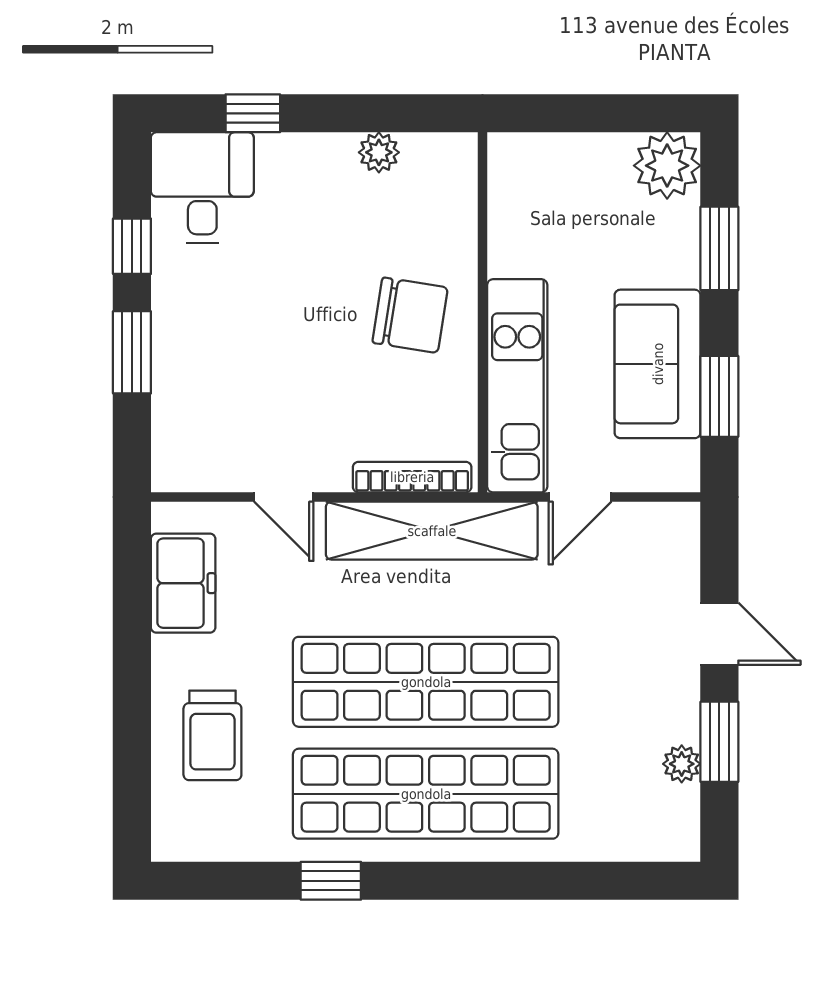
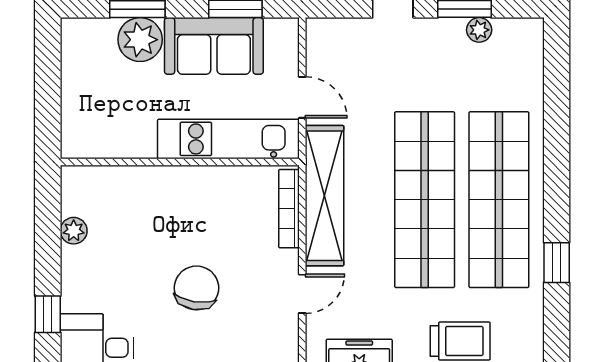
plant: (667, 166) -> (140, 40), moved
chair: (410, 315) -> (196, 288), moved

